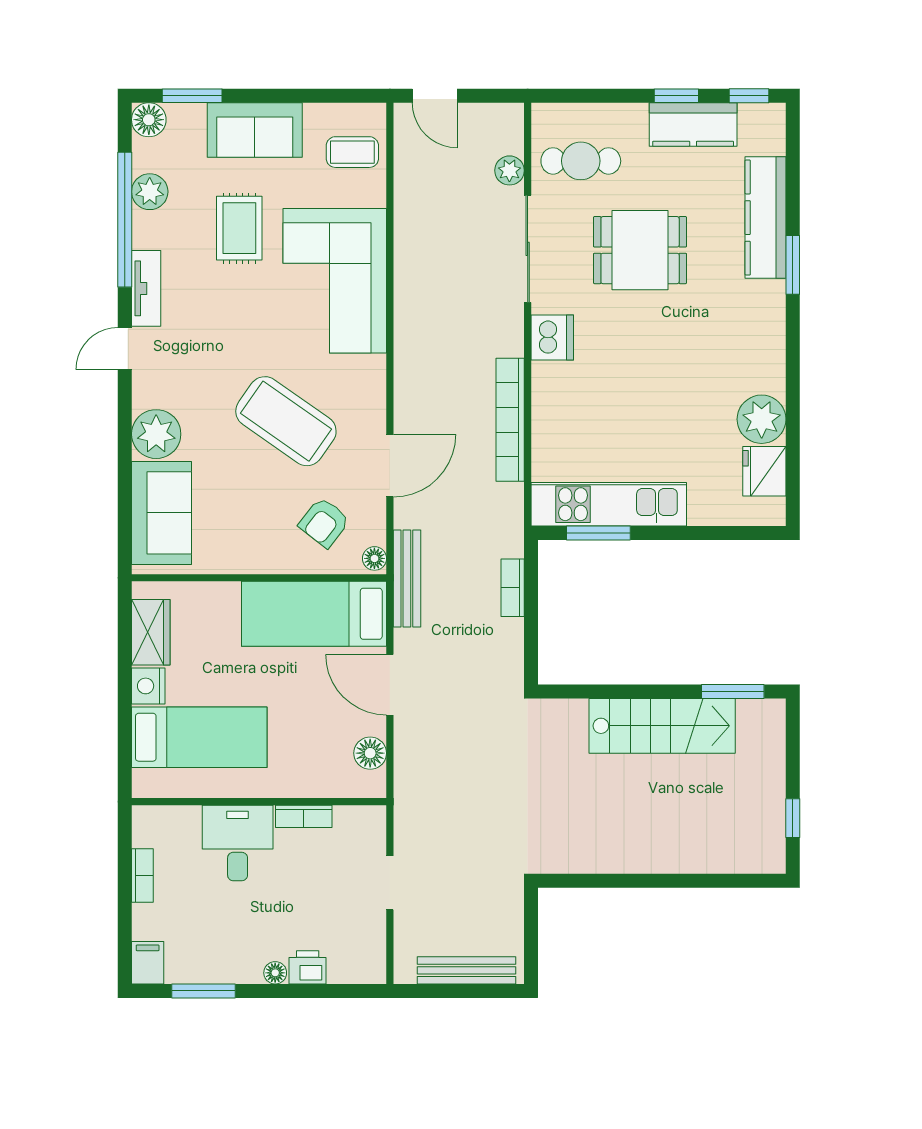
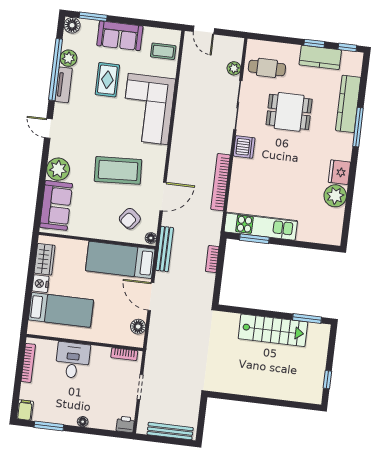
window: (793, 265) -> (358, 127), width x1.44
tv unit: (146, 288) -> (64, 85), moved
door: (125, 349) -> (48, 128), hinge flipped
coffee table: (286, 421) -> (118, 170), turned -38
fridge: (764, 471) -> (339, 172), moved
bookcase: (304, 816) -> (124, 354), moved
bookcase: (142, 875) -> (28, 363), width x1.56
printer: (308, 967) -> (125, 424), moved

